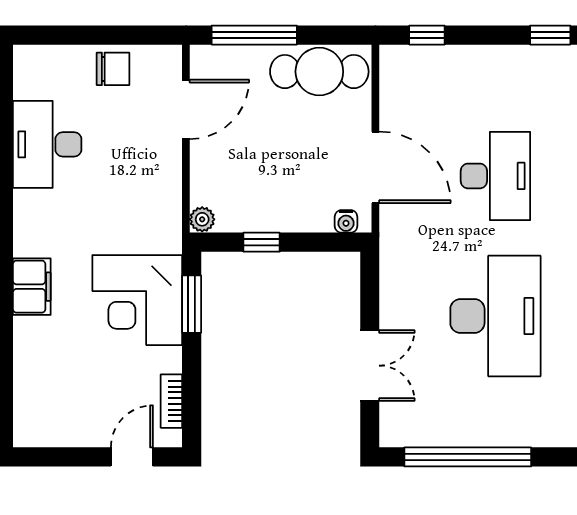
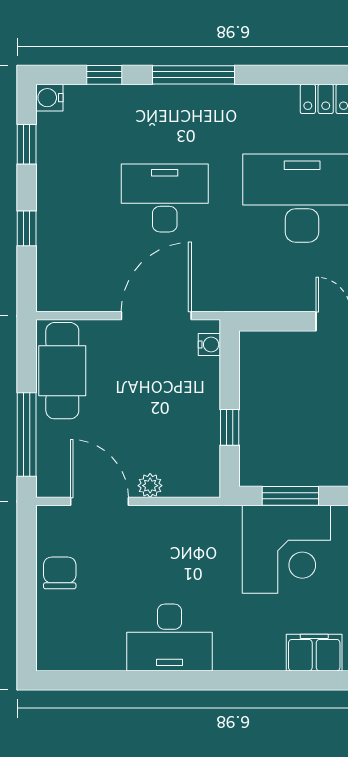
window: (427, 35) -> (27, 228), moved
desk: (47, 144) -> (169, 638), moved
plant: (202, 219) -> (150, 486), moved
filing cabinet: (32, 287) -> (314, 653), moved

